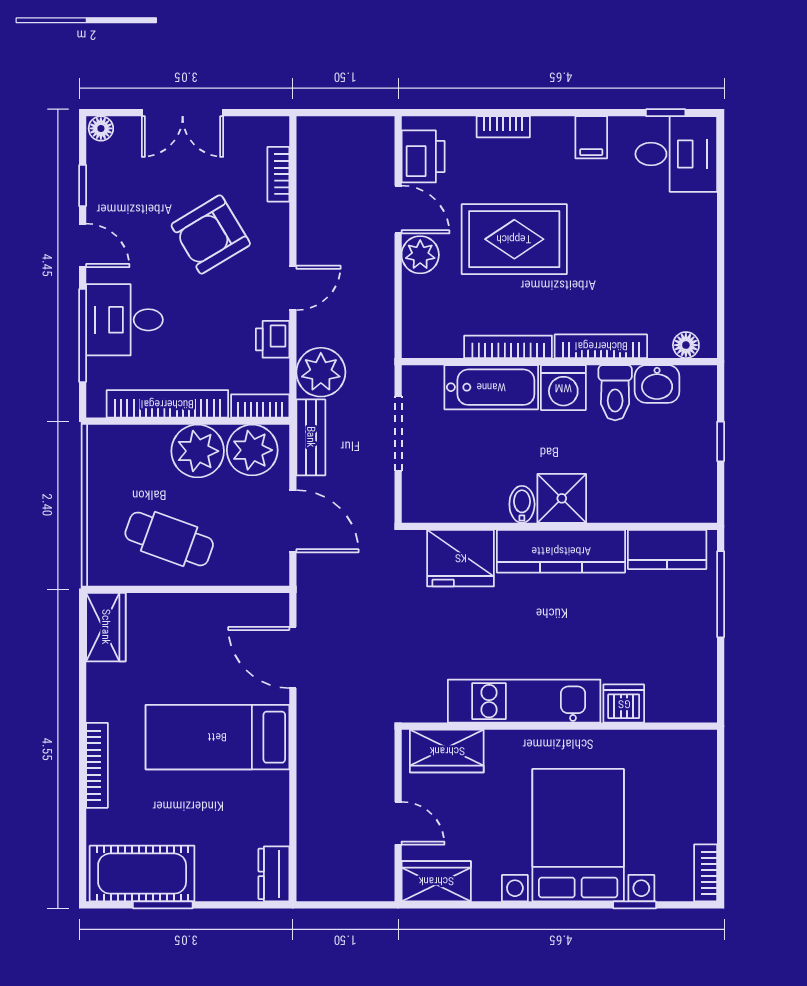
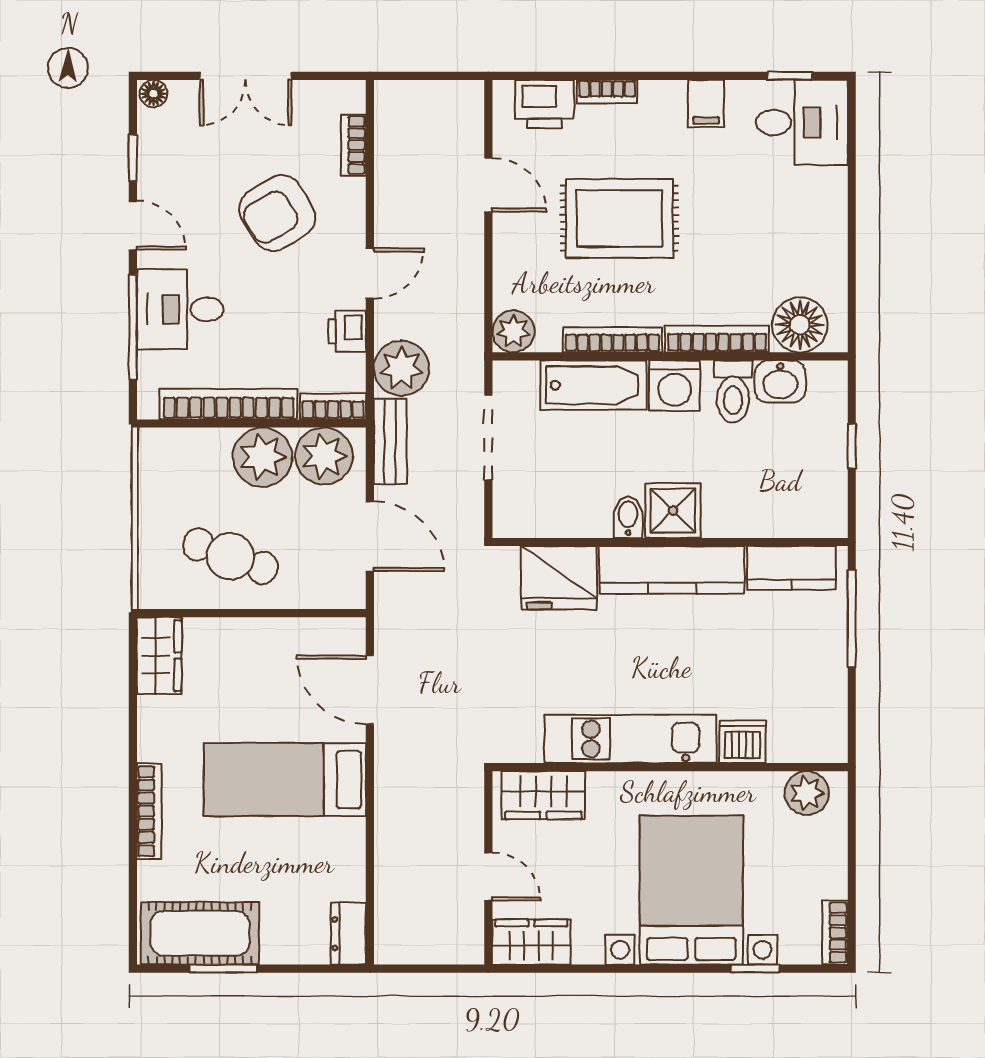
printer: (423, 156) -> (545, 104), moved, turned 90
plant: (420, 255) -> (513, 331), moved
floor lamp: (686, 345) -> (800, 325), width x1.89, depth x1.89
plant: (681, 749) -> (807, 793), added

